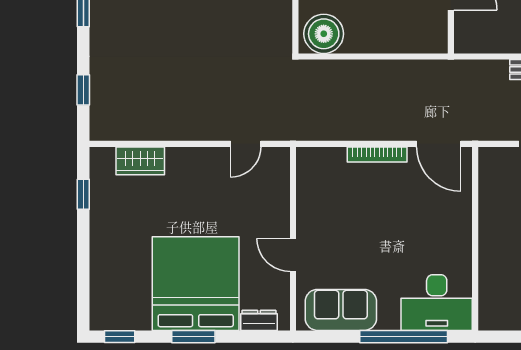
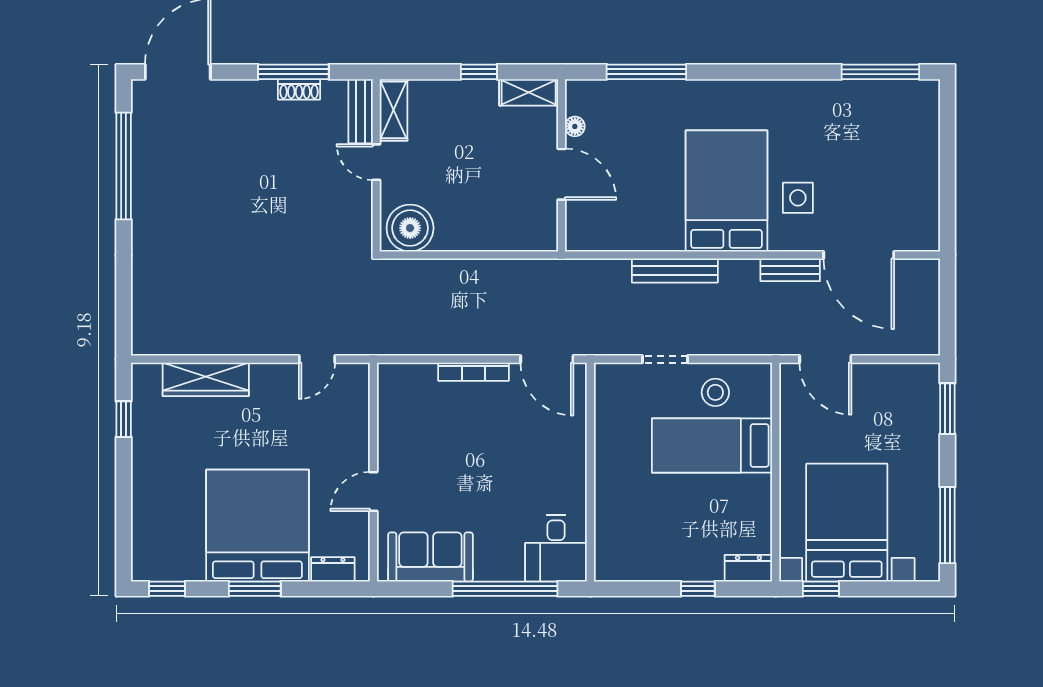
window: (83, 90) -> (124, 295), removed
wardrobe: (140, 161) -> (206, 379), width x1.50
door: (293, 255) -> (373, 492), hinge flipped
desk: (437, 303) -> (556, 548), width x0.73

